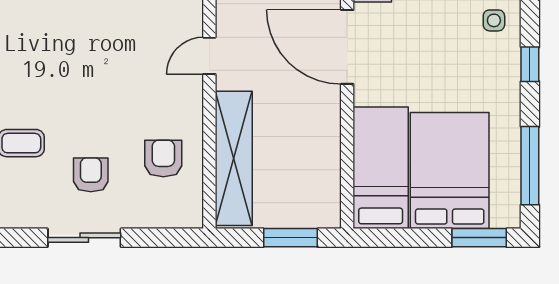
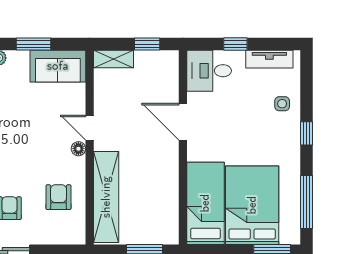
door: (347, 47) -> (183, 122), width x0.73
door: (209, 56) -> (90, 128), hinge flipped
floor lamp: (193, 87) -> (78, 149), added

